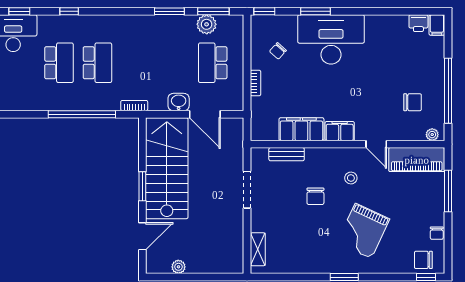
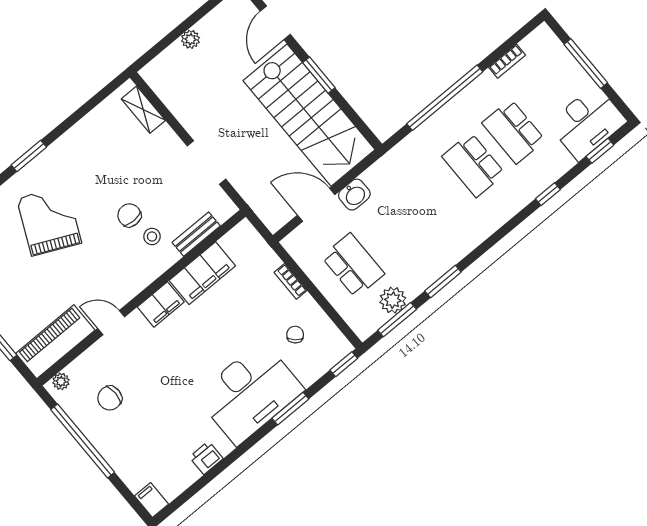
printer: (418, 23) -> (206, 458), moved
bookcase: (134, 106) -> (507, 61), moved
stool: (351, 178) -> (152, 236), moved
plant: (178, 267) -> (191, 39), moved

